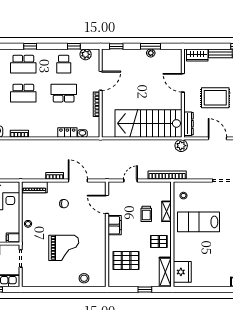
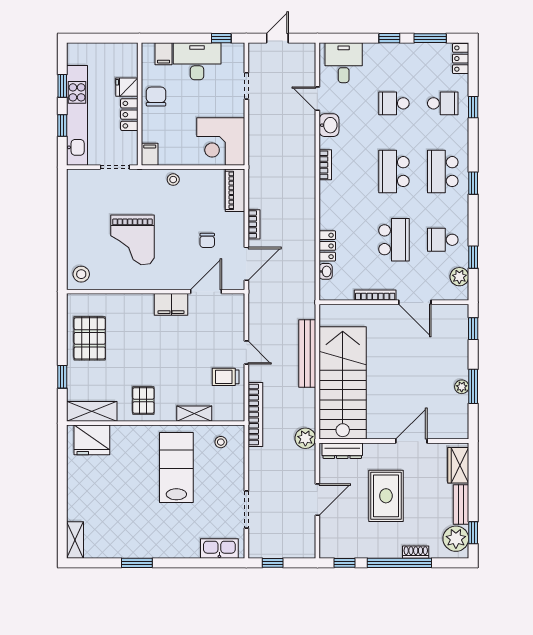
bench: (131, 144) -> (307, 354), added
door: (107, 204) -> (206, 292), moved
trolley: (146, 214) -> (226, 377), moved
filing cabinet: (115, 225) -> (171, 304), moved
wall: (107, 234) -> (156, 292), moved
pallet: (126, 260) -> (90, 338), moved

